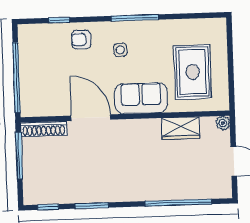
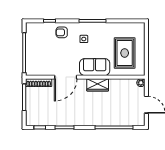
door: (91, 118) -> (66, 77), swing flipped
wardrobe: (181, 128) -> (98, 85), moved

